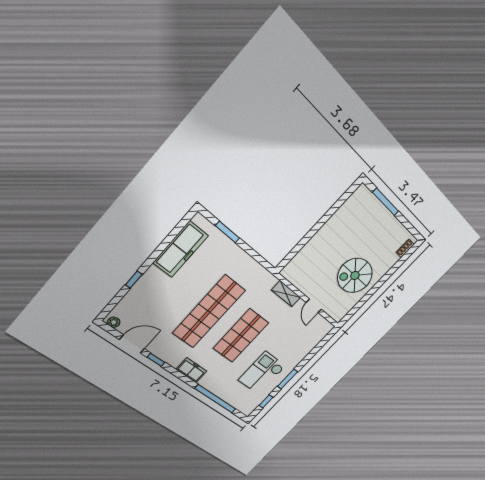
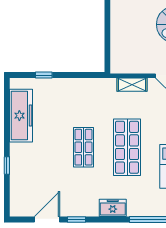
window: (228, 232) -> (44, 75), width x0.67
shop shelf: (209, 312) -> (83, 147), width x0.50, depth x0.74
plant: (114, 322) -> (19, 211), removed

